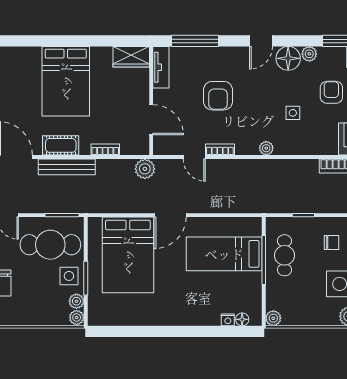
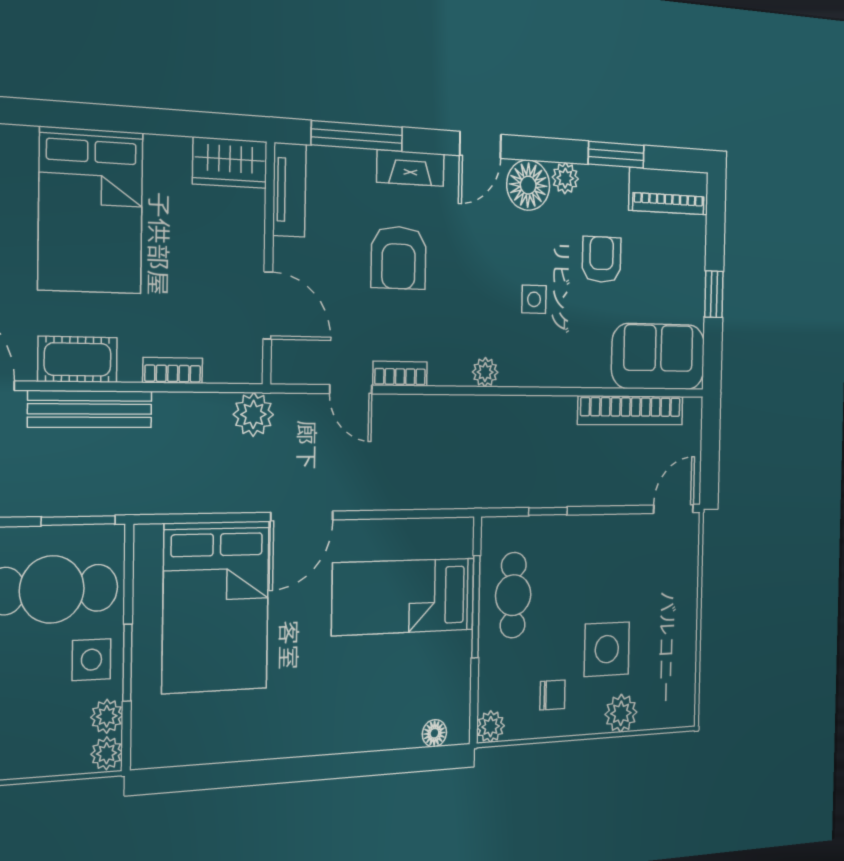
fireplace: (223, 54) -> (410, 168), added
chair: (331, 242) -> (553, 695), moved
nightstand: (228, 320) -> (408, 736), removed

